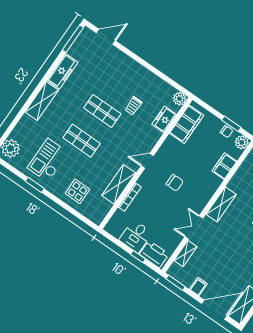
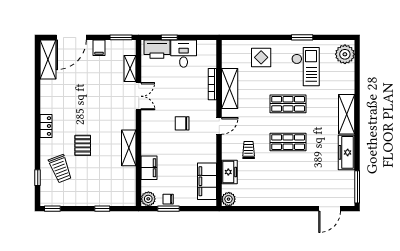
trolley: (133, 106) -> (249, 150), moved
shelving: (221, 204) -> (129, 148), moved

